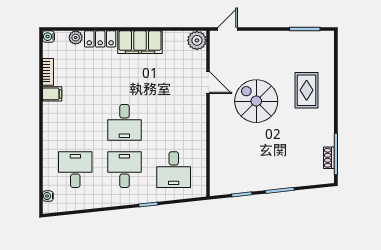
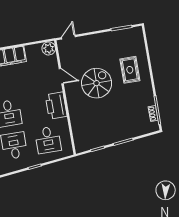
spiral stairs: (256, 101) -> (97, 83), turned 90
printer: (193, 123) -> (56, 106), added

